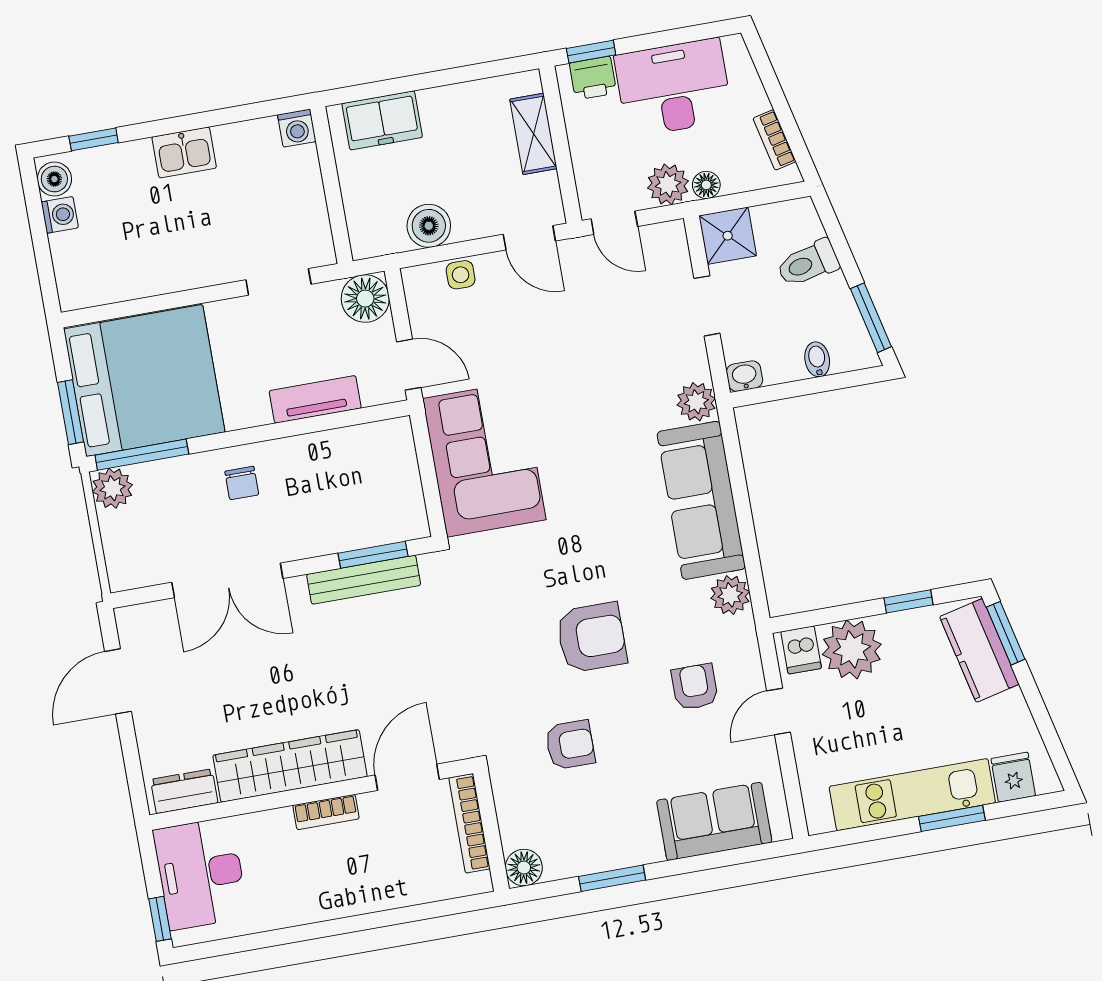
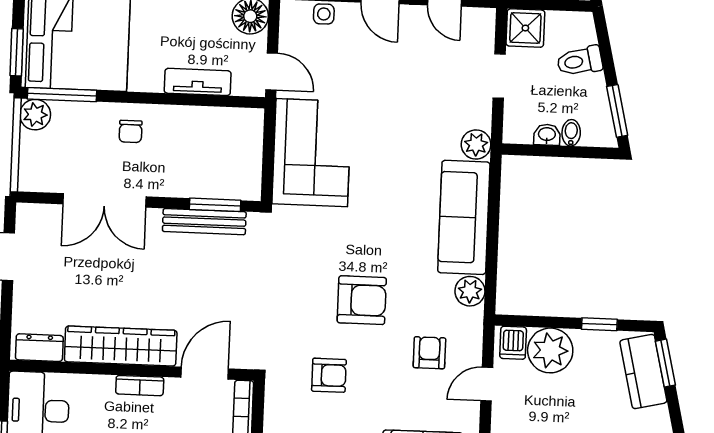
washbasin: (744, 376) -> (547, 135), moved

